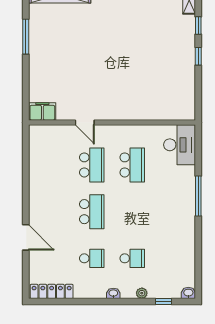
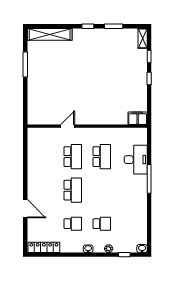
filing cabinet: (42, 111) -> (138, 118), moved
door: (85, 122) -> (68, 126), swing flipped
desk: (180, 145) -> (136, 160), moved

